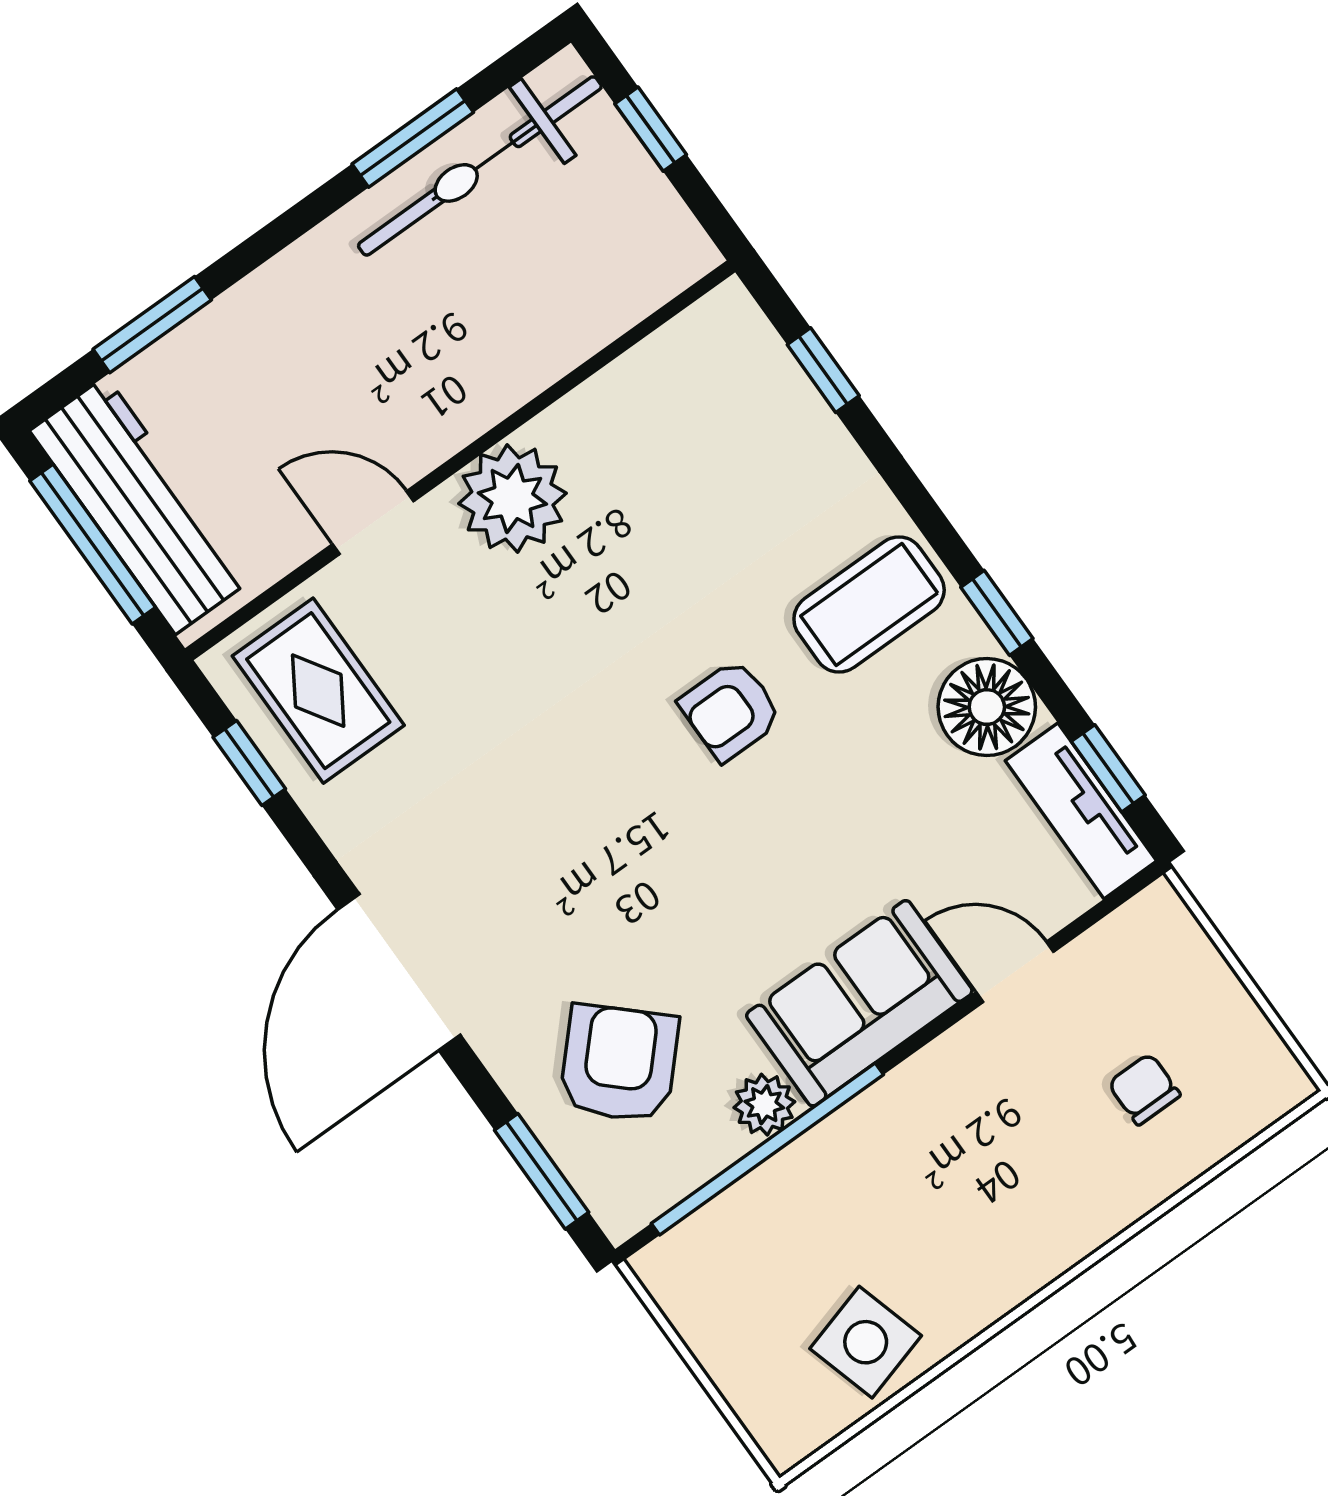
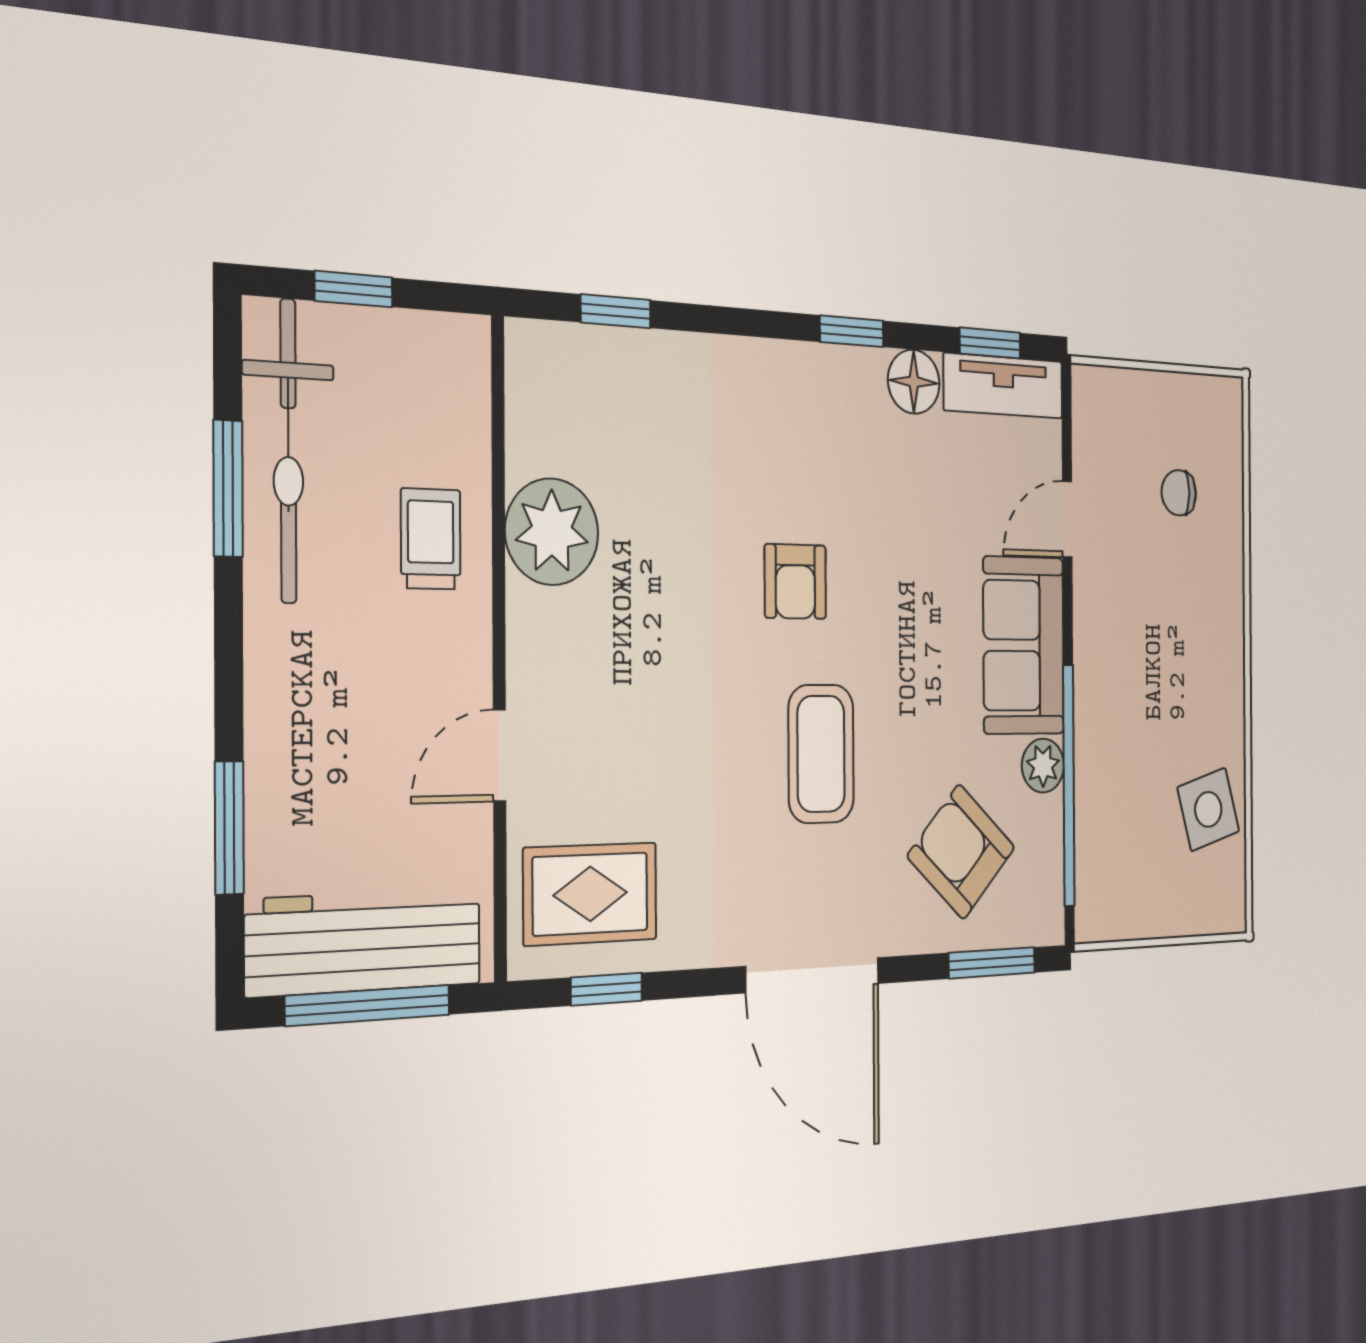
trolley: (503, 336) -> (431, 539), added
plant: (512, 498) -> (552, 532), moved
coffee table: (869, 605) -> (821, 754), moved
floor lamp: (987, 707) -> (914, 382), width x0.73, depth x0.73

